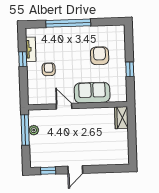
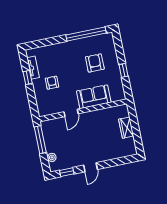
window: (68, 23) -> (86, 34), moved
door: (64, 106) -> (71, 113), swing flipped
wardrobe: (121, 118) -> (126, 128), moved
plant: (34, 130) -> (52, 157), moved

